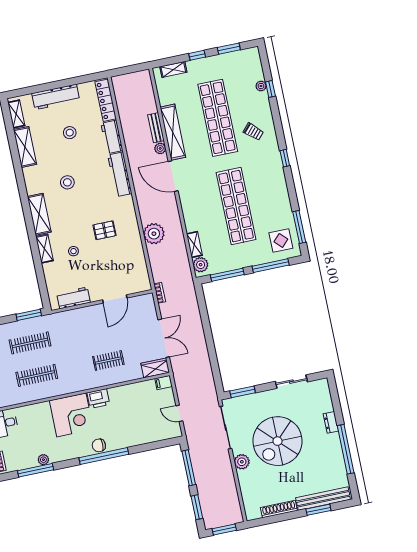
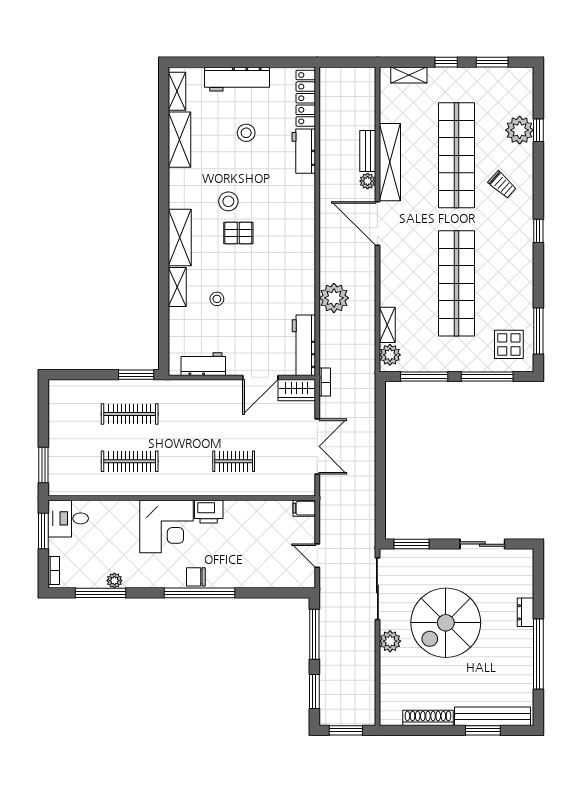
plant: (261, 86) -> (520, 130), width x1.88, depth x1.88
workbench: (120, 174) -> (304, 345), moved
pallet: (105, 230) -> (238, 233), moved
wardrobe: (155, 368) -> (297, 390), moved, turned 180

